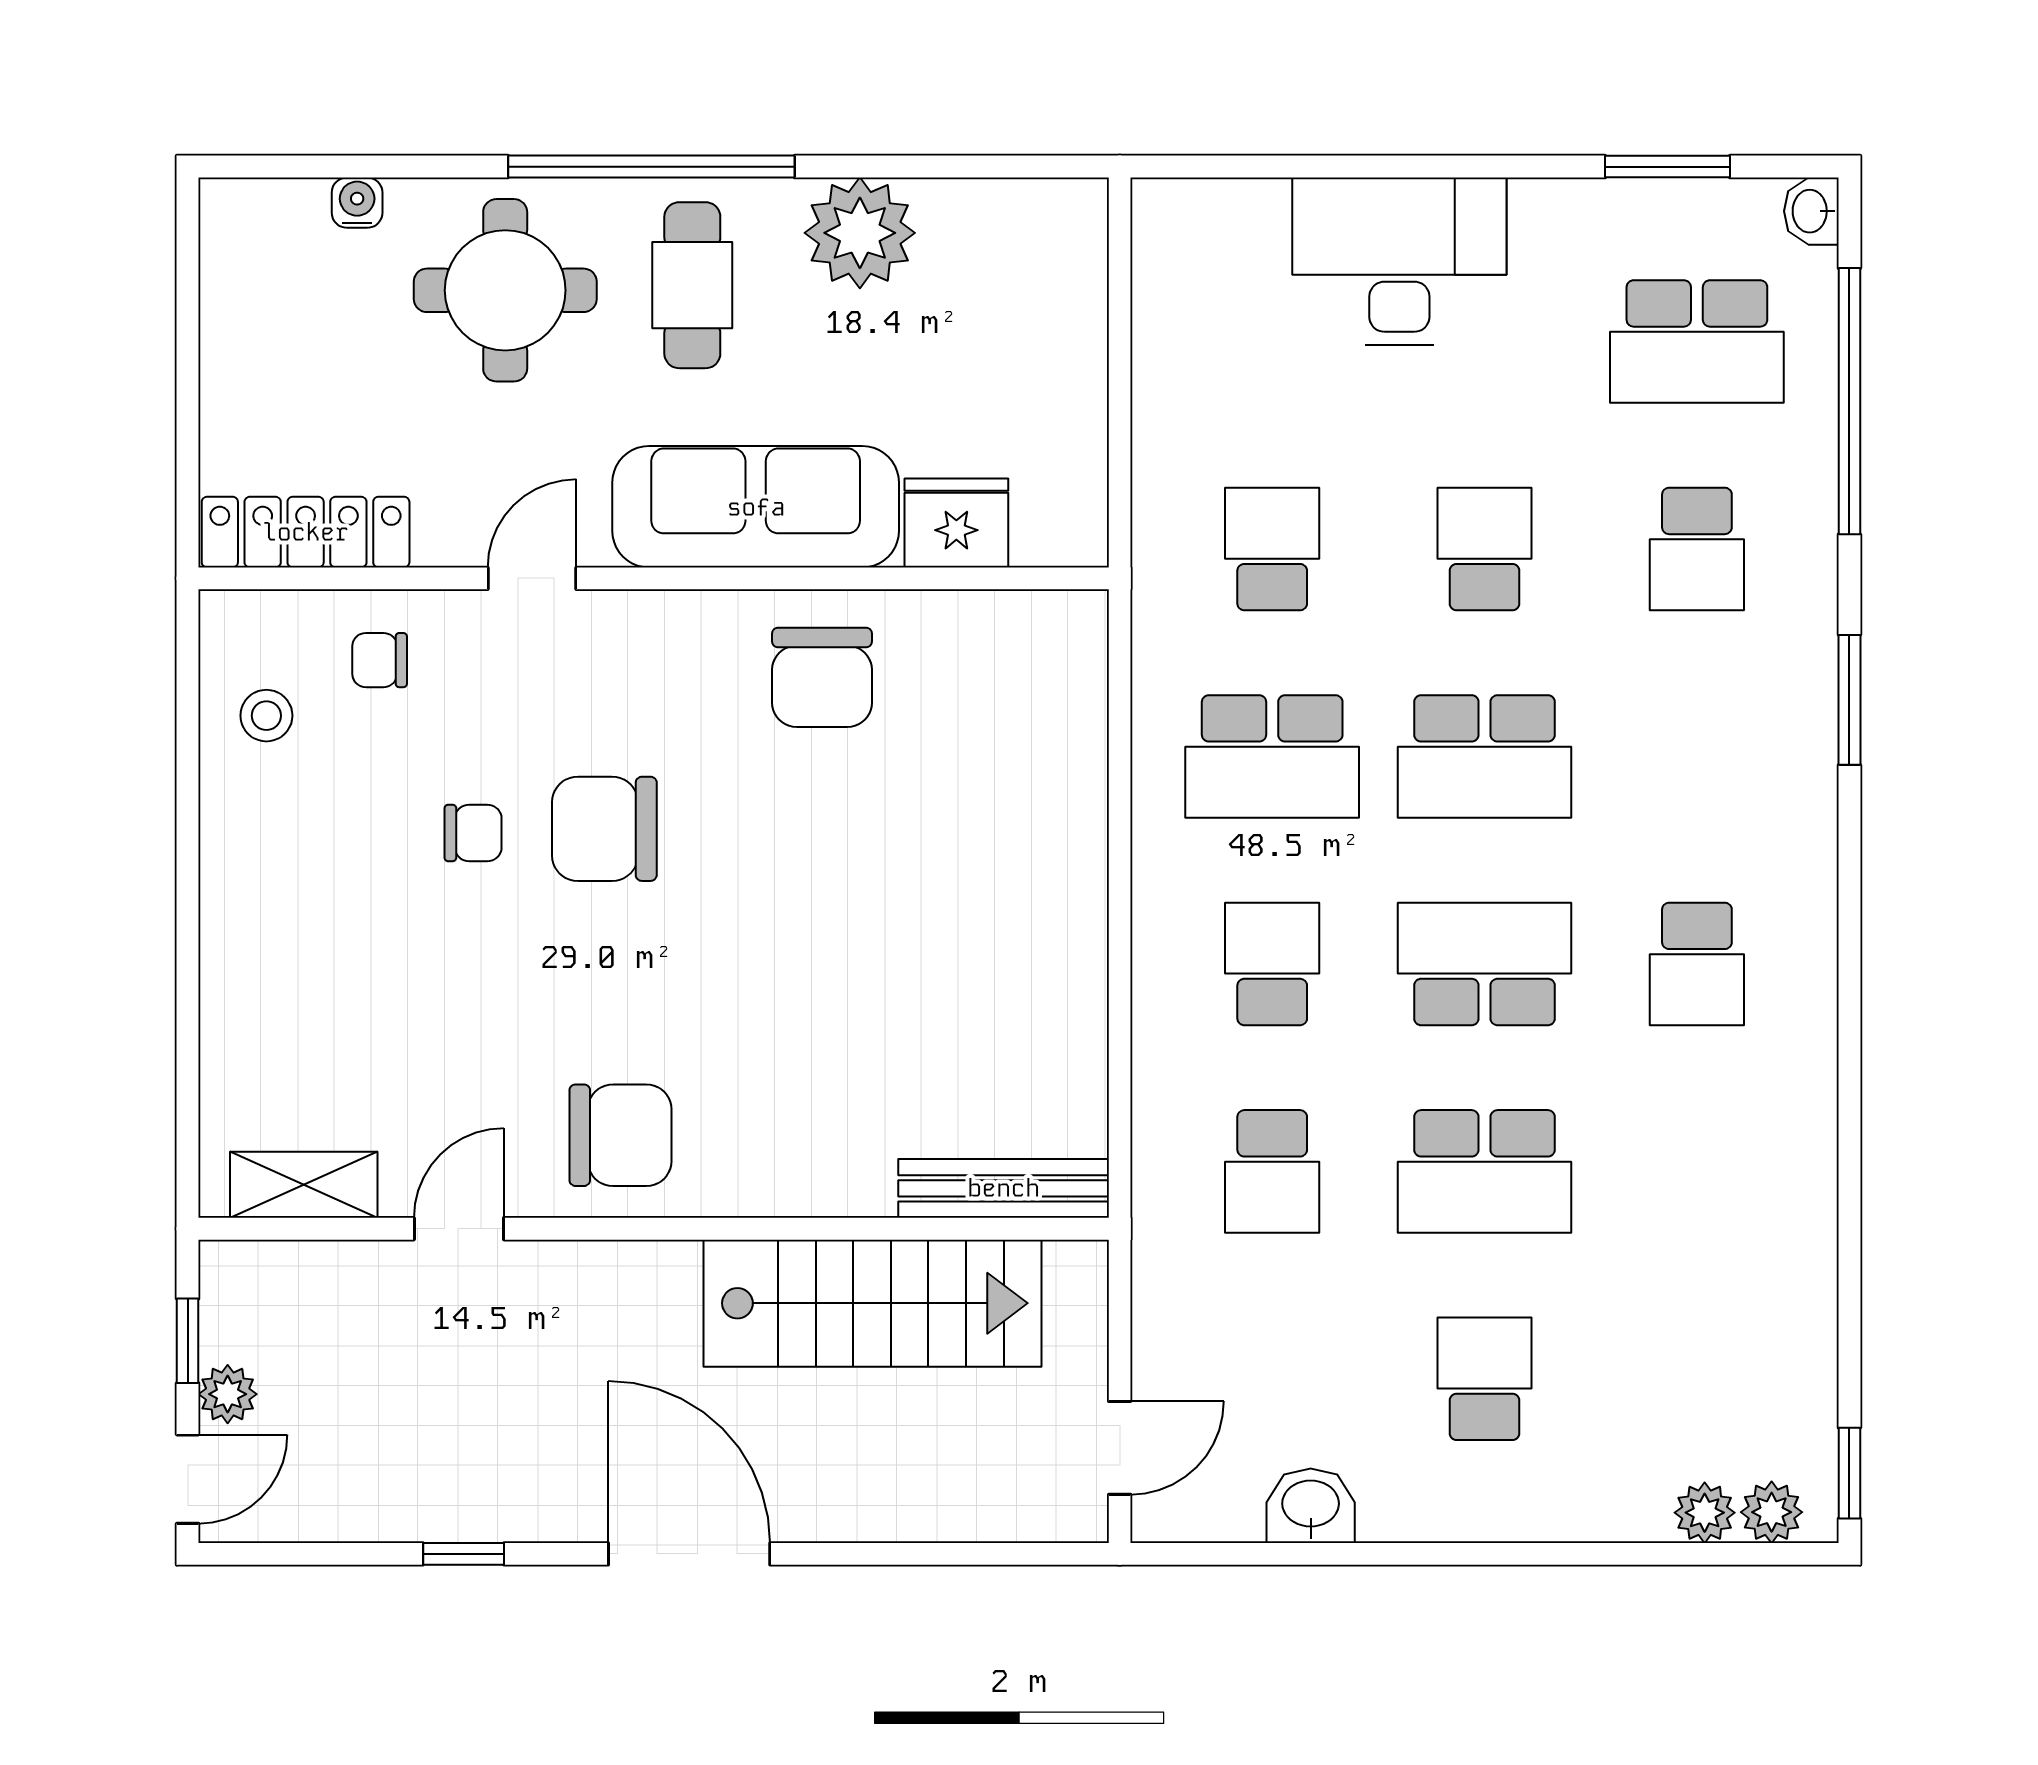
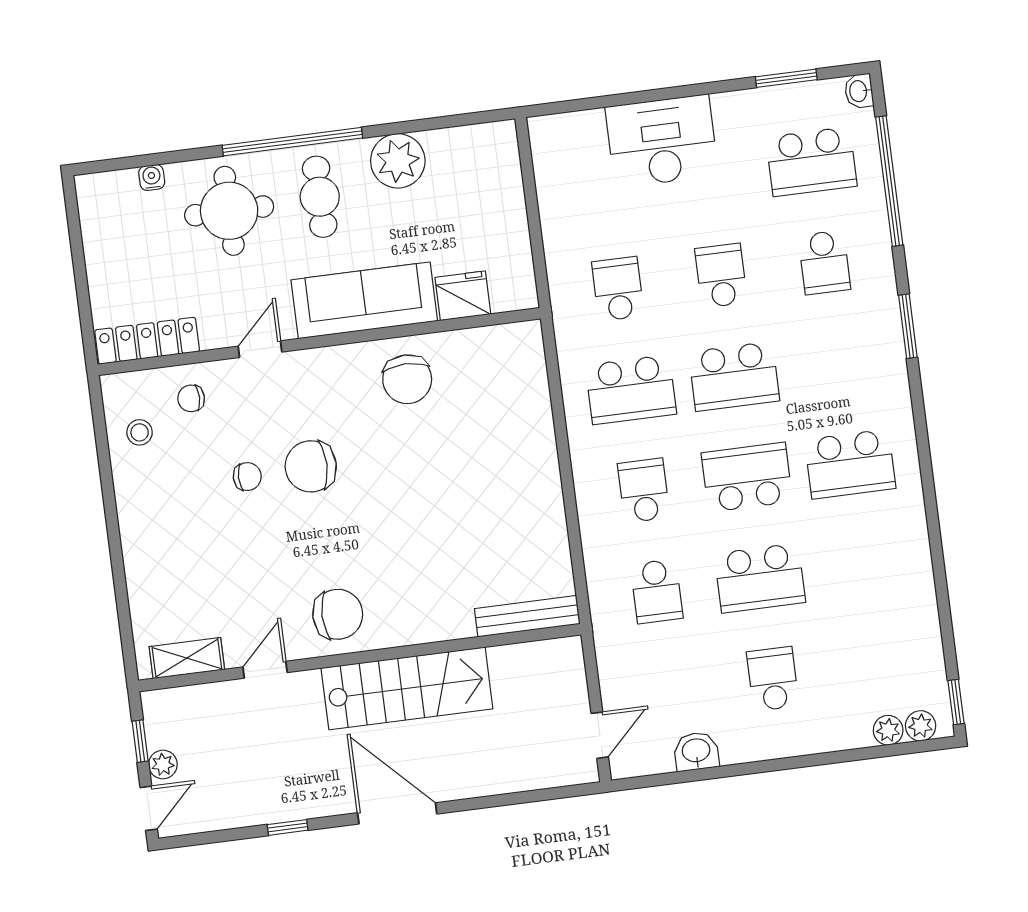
school desk: (1697, 964) -> (850, 464), width x1.85
stairs: (872, 1303) -> (407, 688), moved

